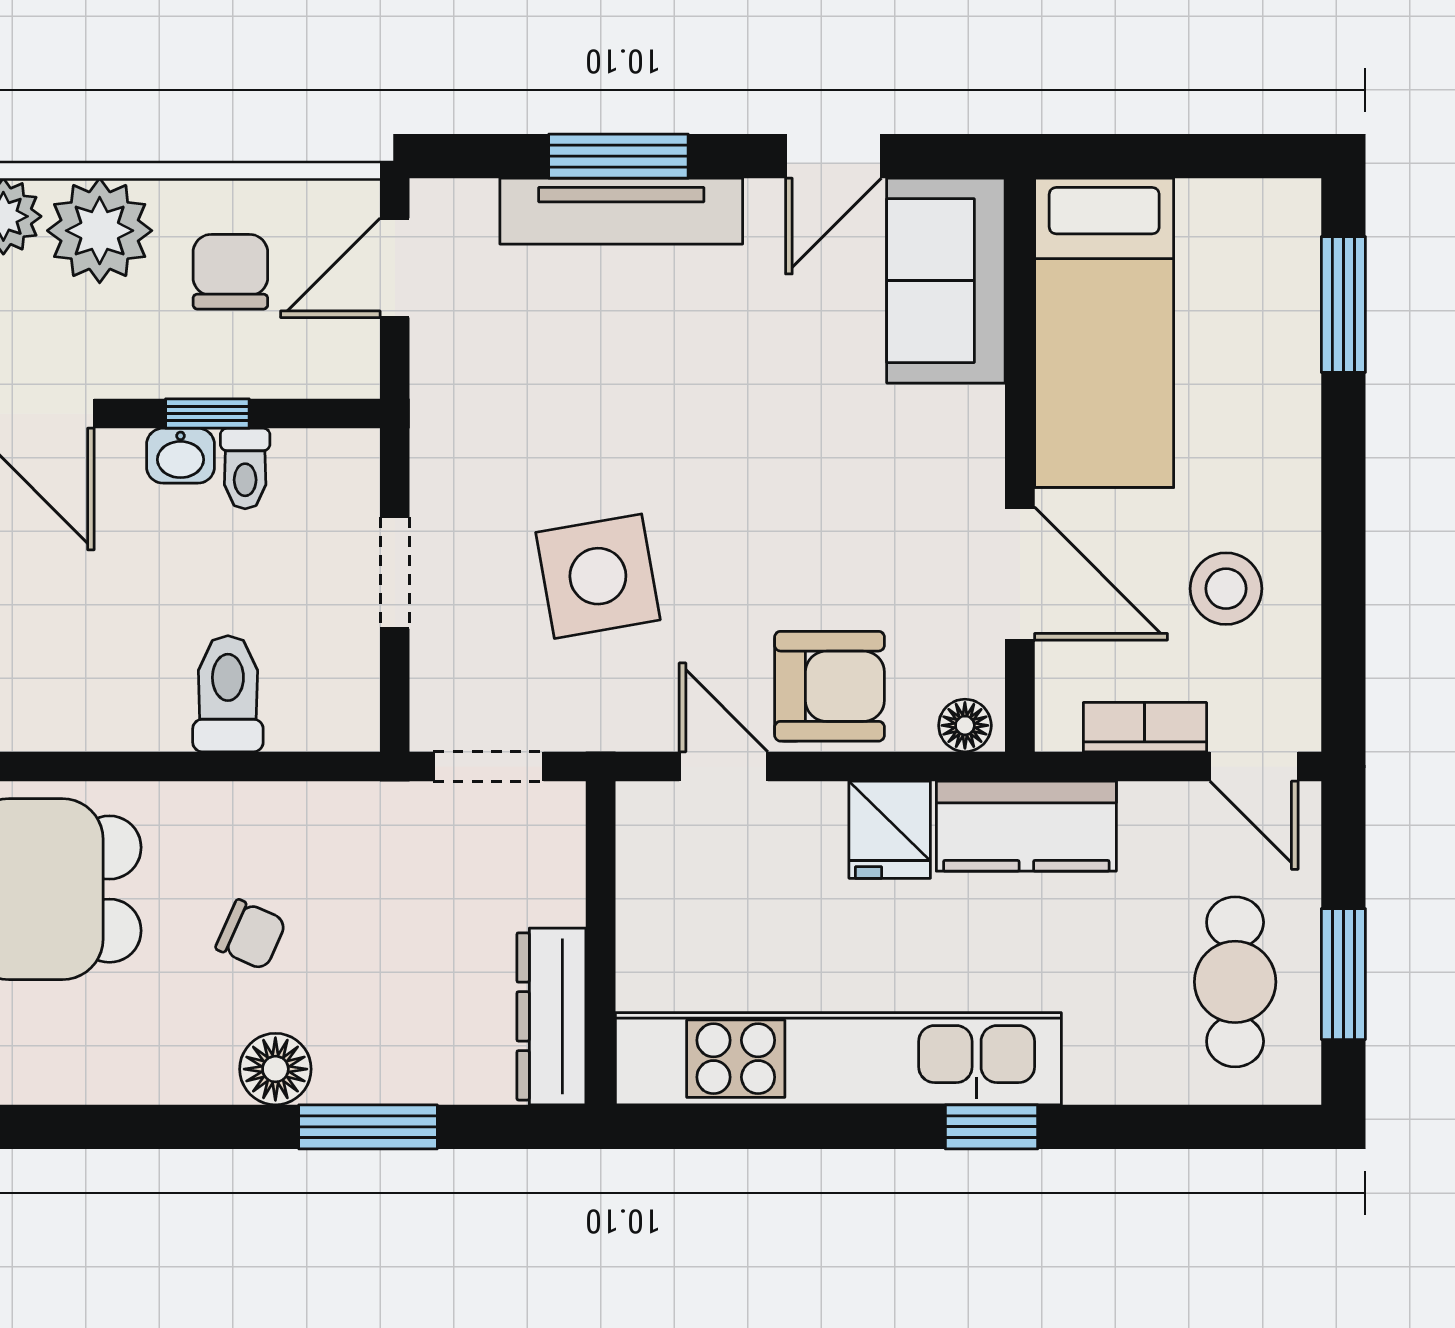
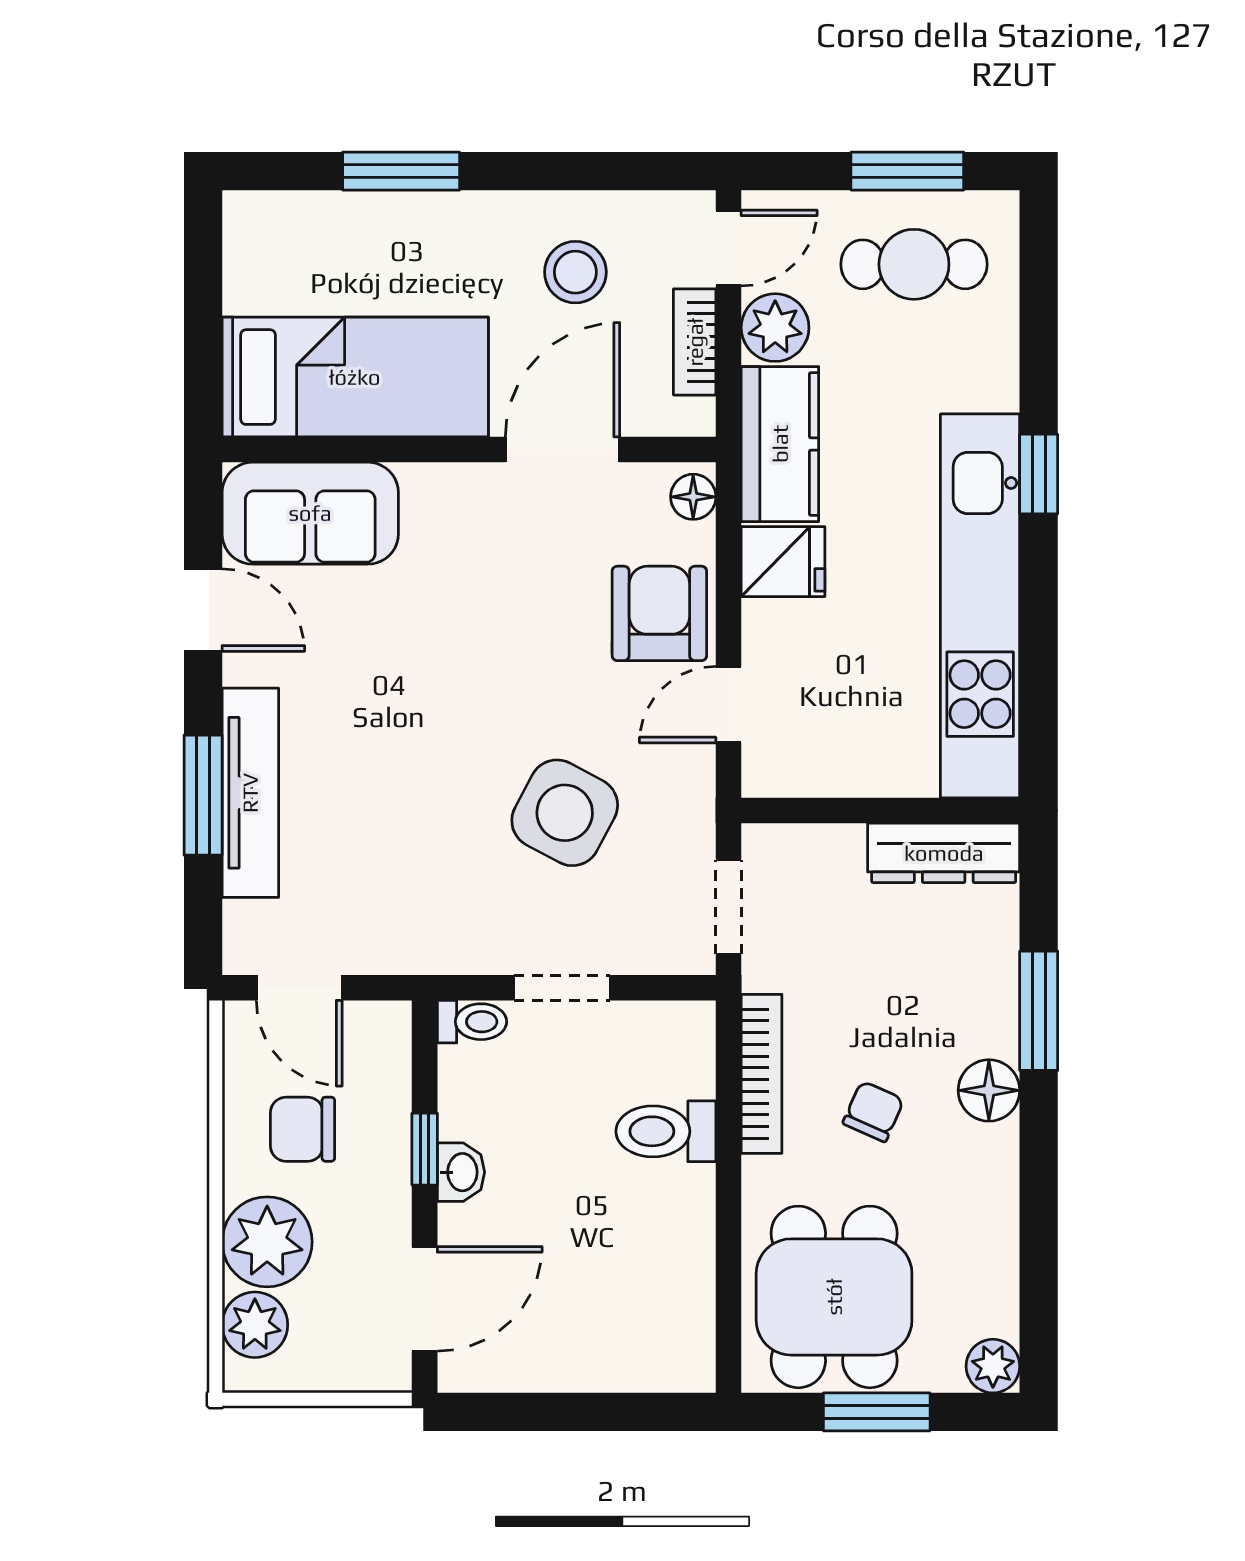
window: (1343, 305) -> (401, 171), moved
toilet: (245, 469) -> (472, 1022), moved
side table: (598, 576) -> (565, 813), turned 38
bookcase: (295, 805) -> (762, 1074), added
plant: (1162, 821) -> (775, 328), added

